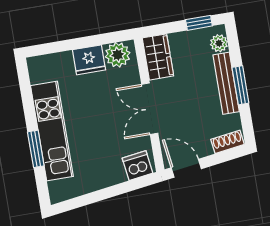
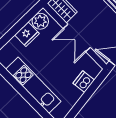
window: (36, 149) -> (31, 101), removed
dishwasher: (138, 166) -> (84, 82), moved

